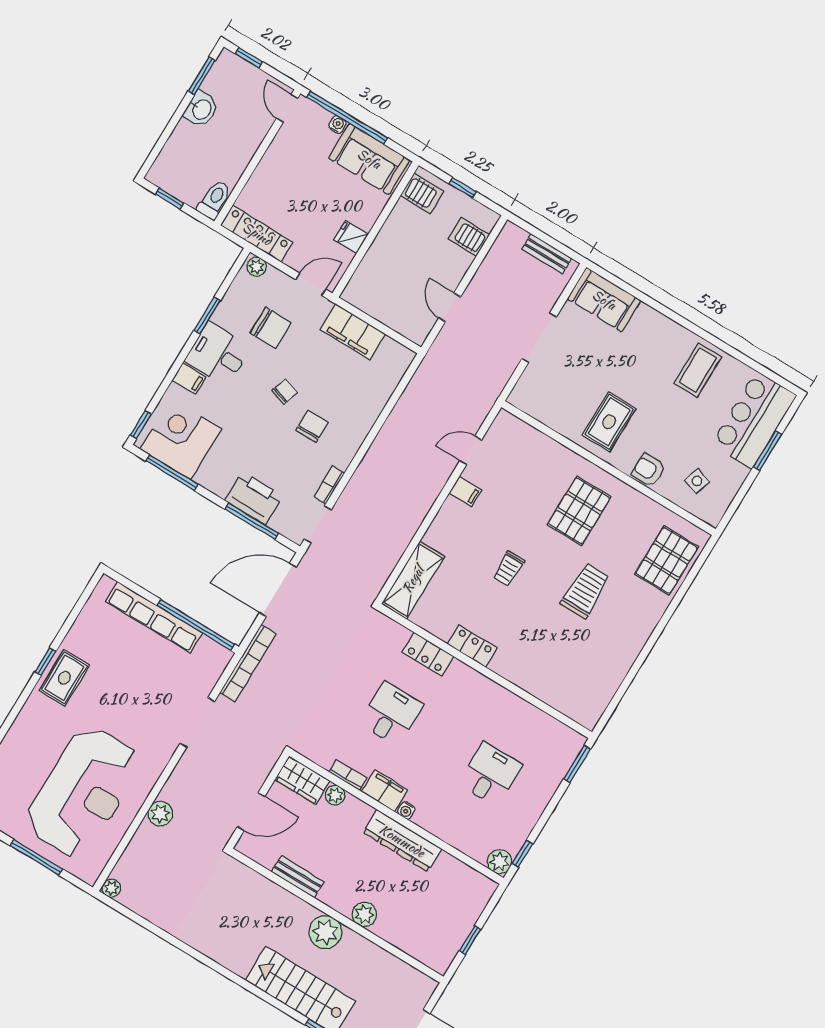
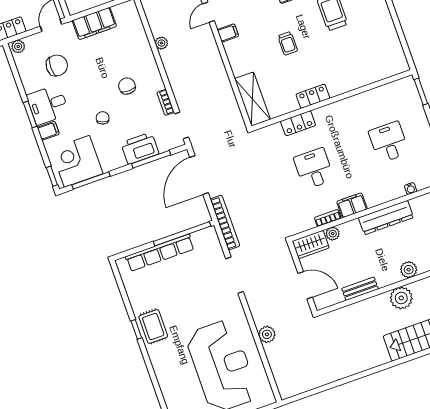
window: (207, 315) -> (30, 114), moved
chair: (285, 392) -> (103, 118), moved
water cooler: (406, 810) -> (411, 189), moved
door: (251, 812) -> (305, 285), hinge flipped
plant: (111, 888) -> (161, 43), moved

